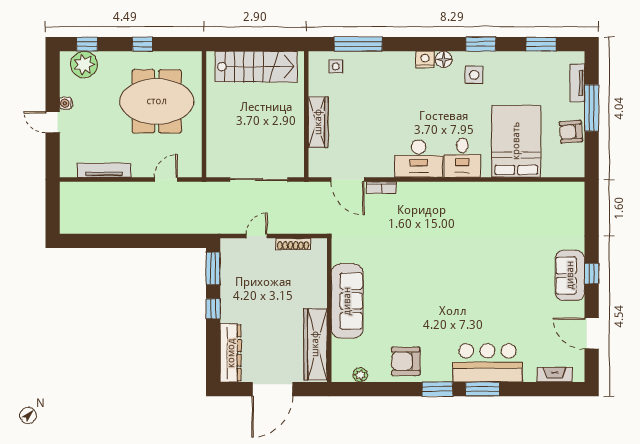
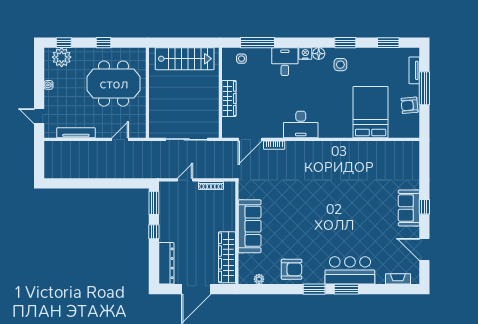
door: (53, 122) -> (39, 116), moved
desk: (462, 158) -> (285, 62), moved, turned 180
door: (348, 180) -> (250, 139), hinge flipped
armchair: (406, 361) -> (292, 269), turned 180

